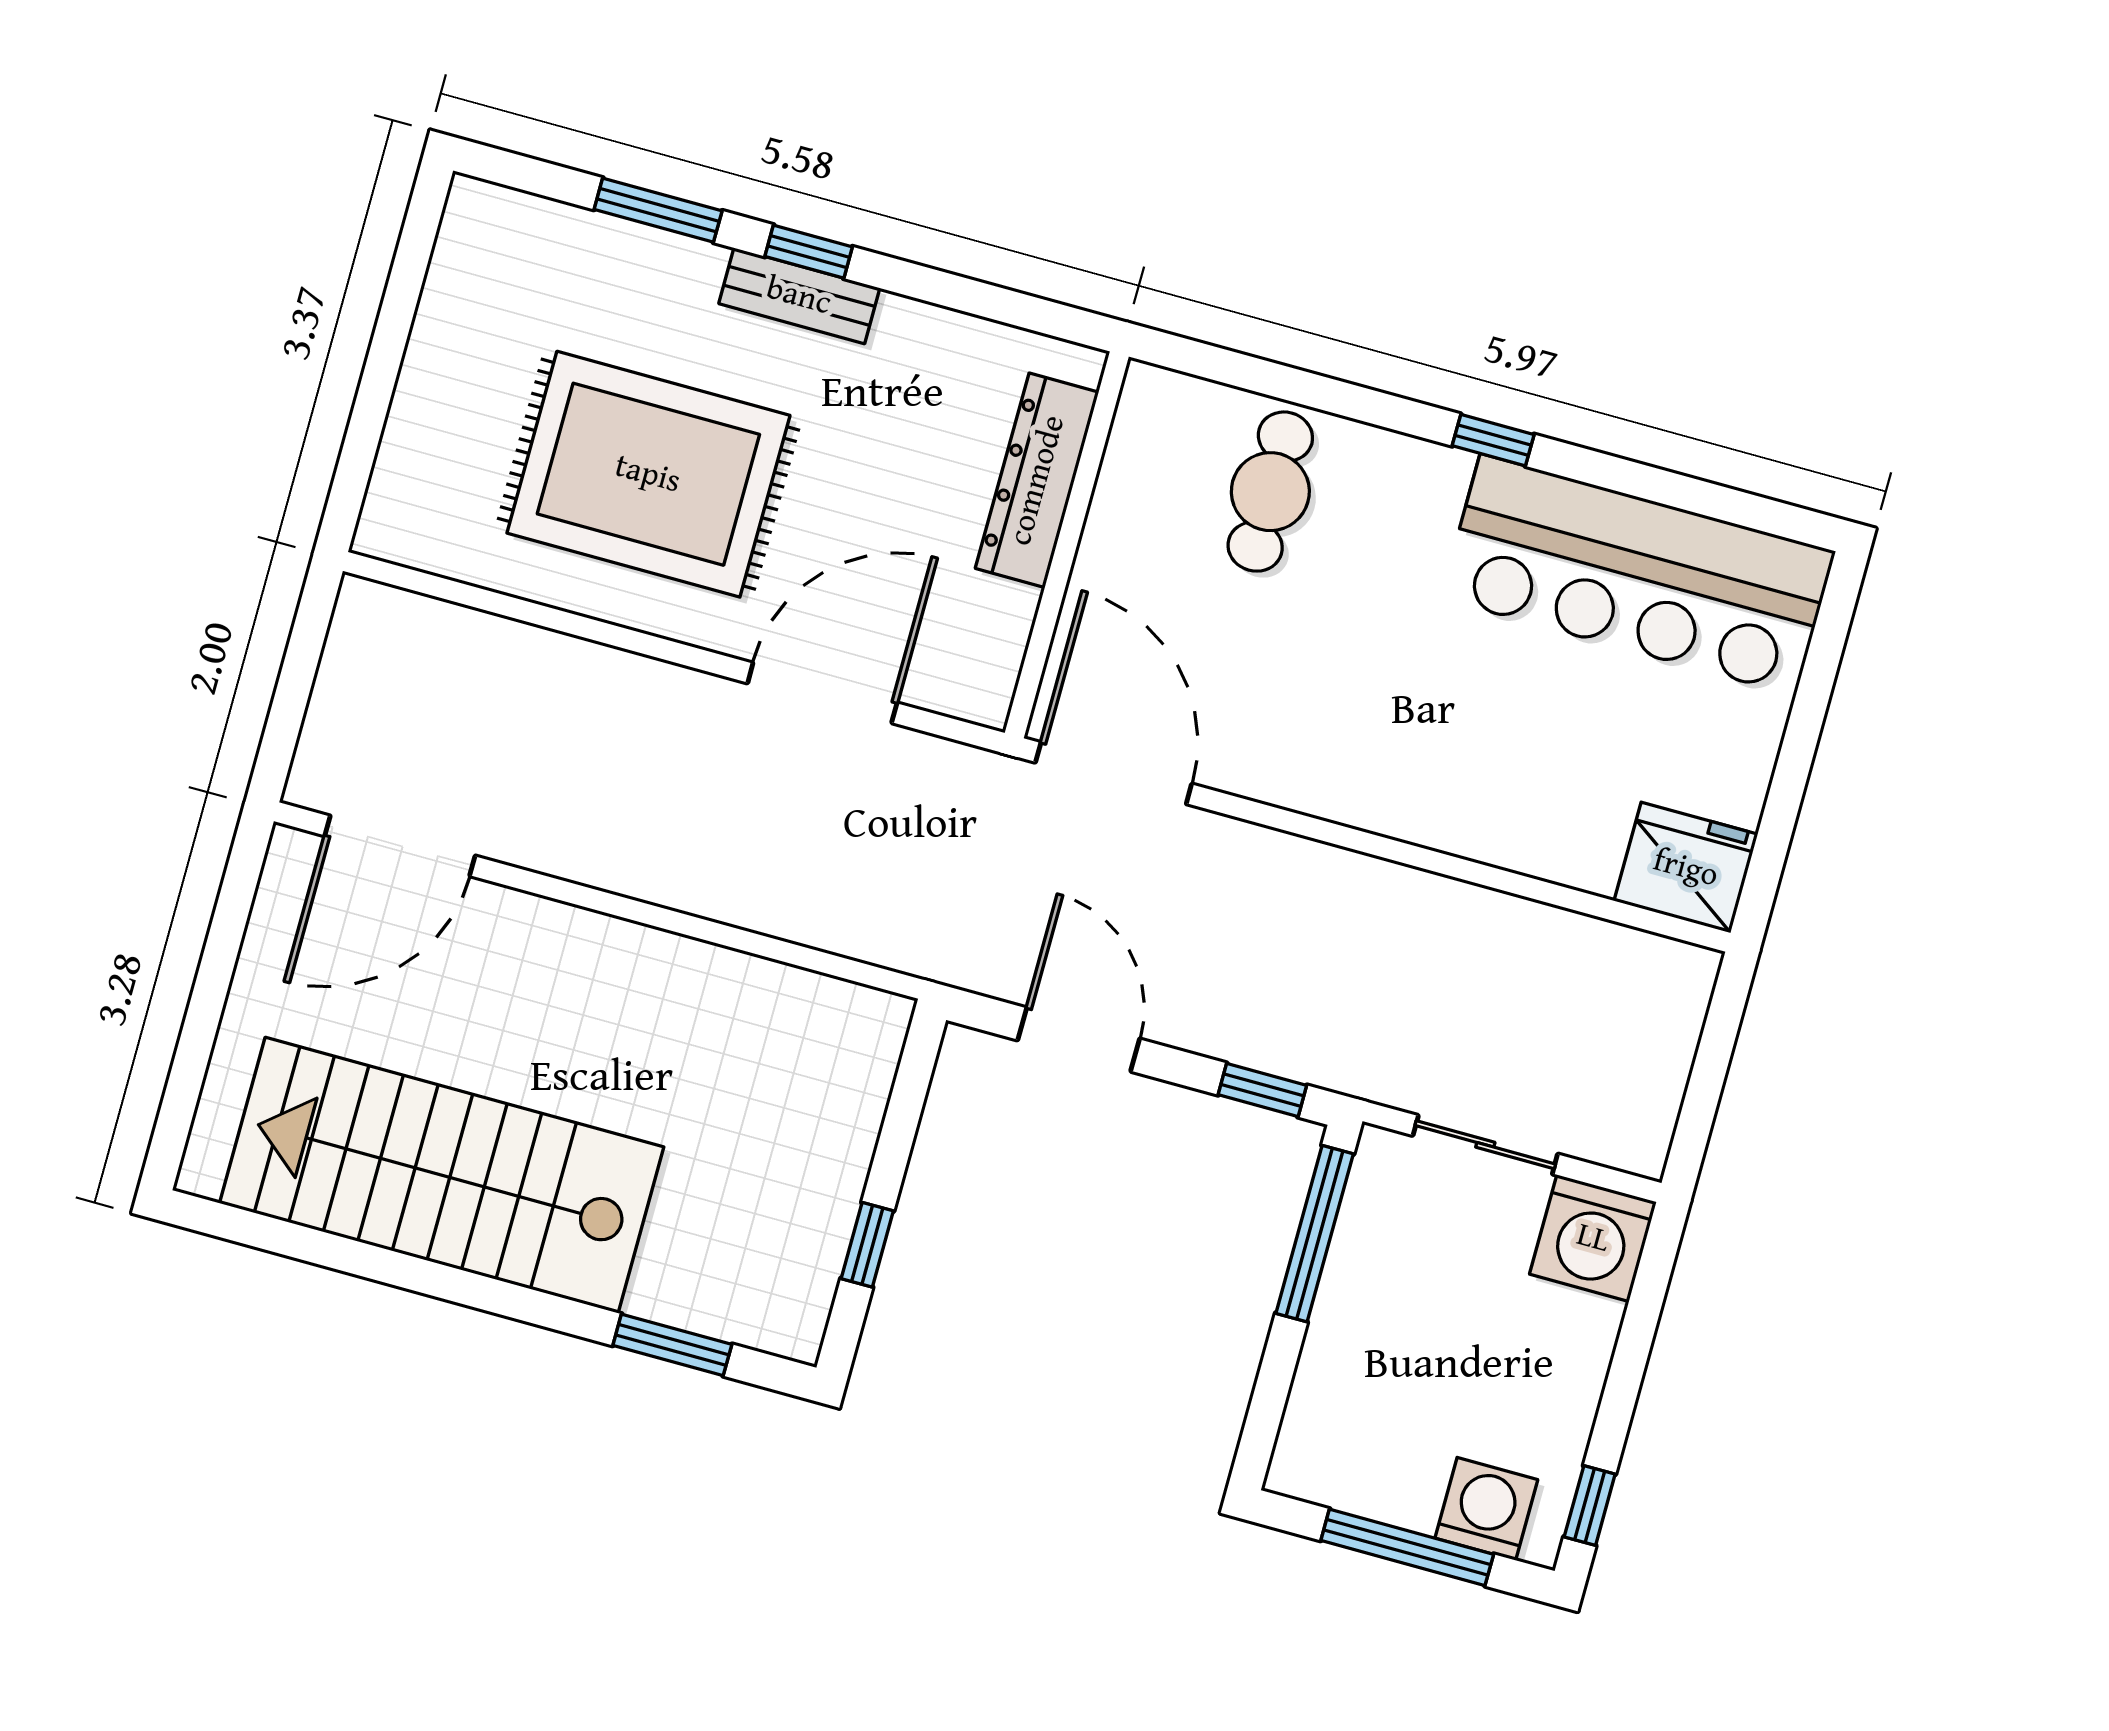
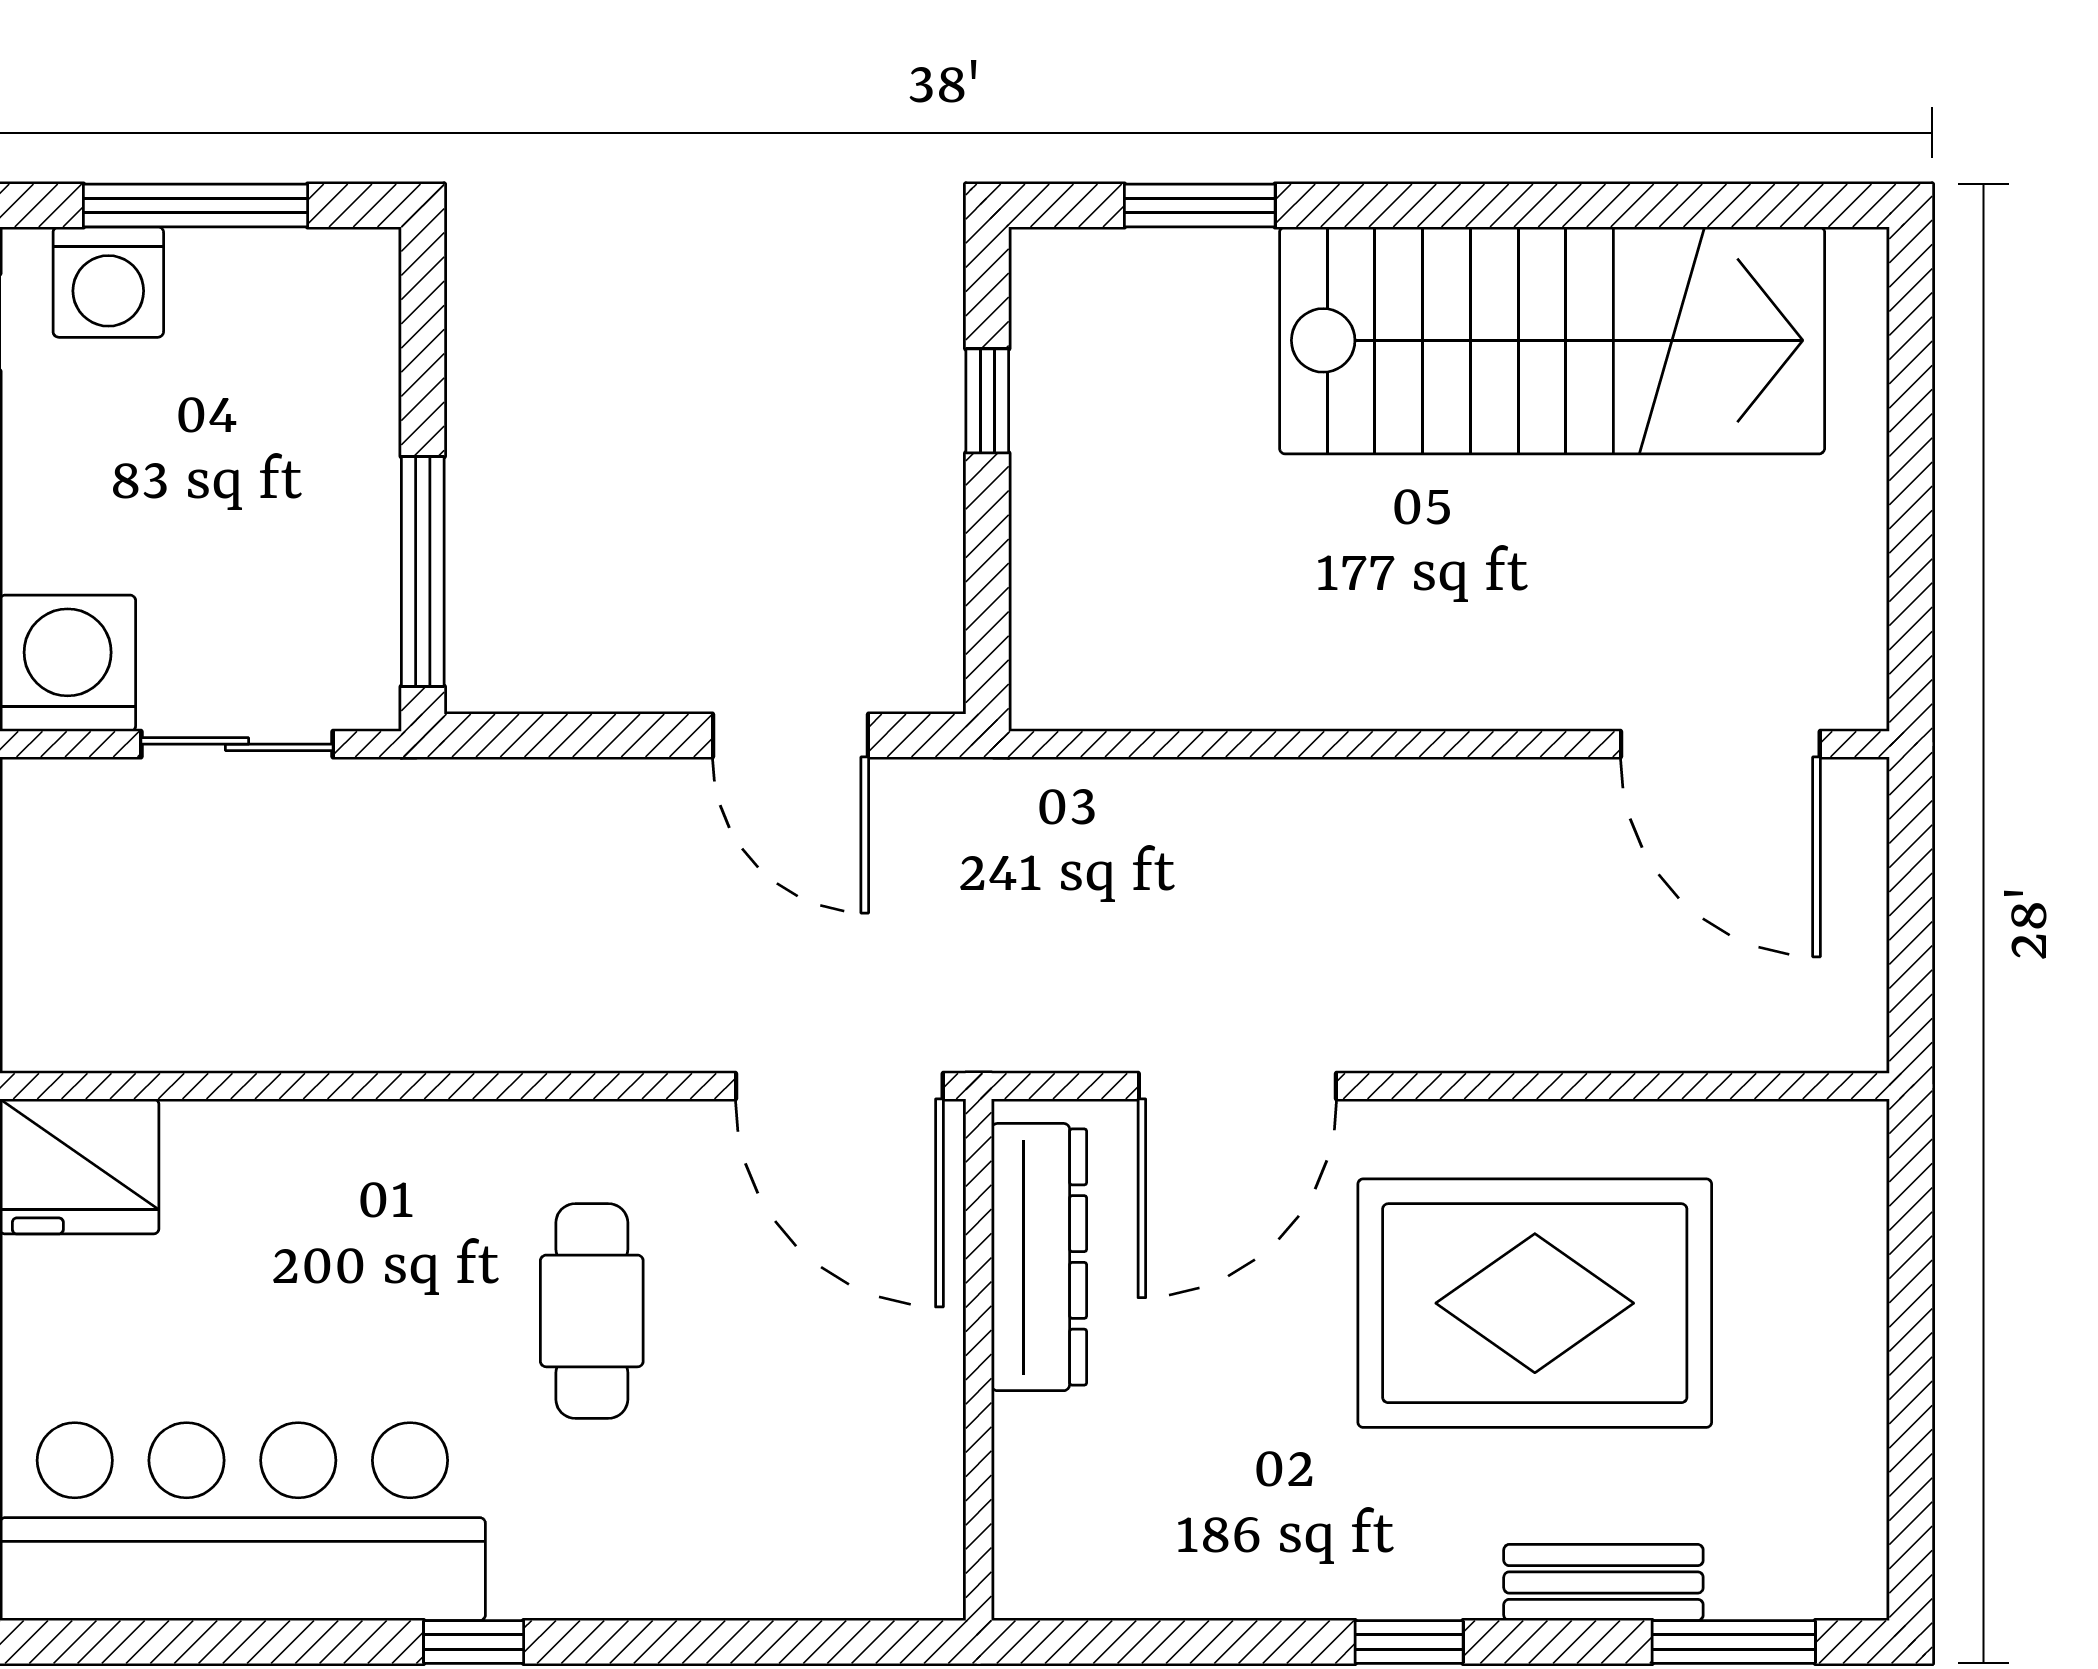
window: (658, 210) -> (1734, 1642), moved
bench: (799, 296) -> (1603, 1582), moved
dresser: (1037, 480) -> (1039, 1257), moved
cafe table: (1270, 492) -> (592, 1311), moved
door: (400, 846) -> (1720, 744), swing flipped
window: (1262, 1090) -> (539, 736), removed

